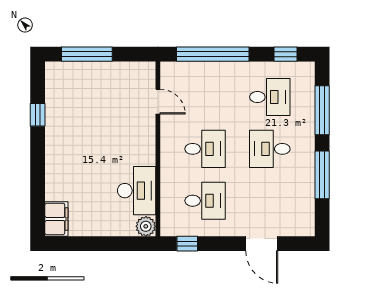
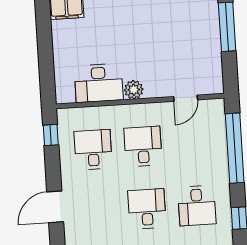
desk: (205, 149) -> (143, 146), turned 180
desk: (205, 201) -> (93, 150), turned 180
plant: (146, 226) -> (134, 90), moved

